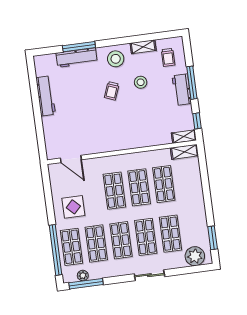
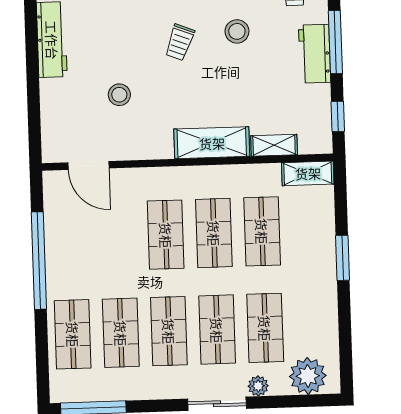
stool: (83, 121) -> (119, 95), added
shelving: (184, 137) -> (274, 145), moved
shelving: (133, 141) -> (212, 143), added
display table: (73, 207) -> (84, 258), removed
window: (213, 238) -> (343, 258), moved
window: (56, 250) -> (39, 261), moved
plant: (83, 275) -> (258, 386), moved

